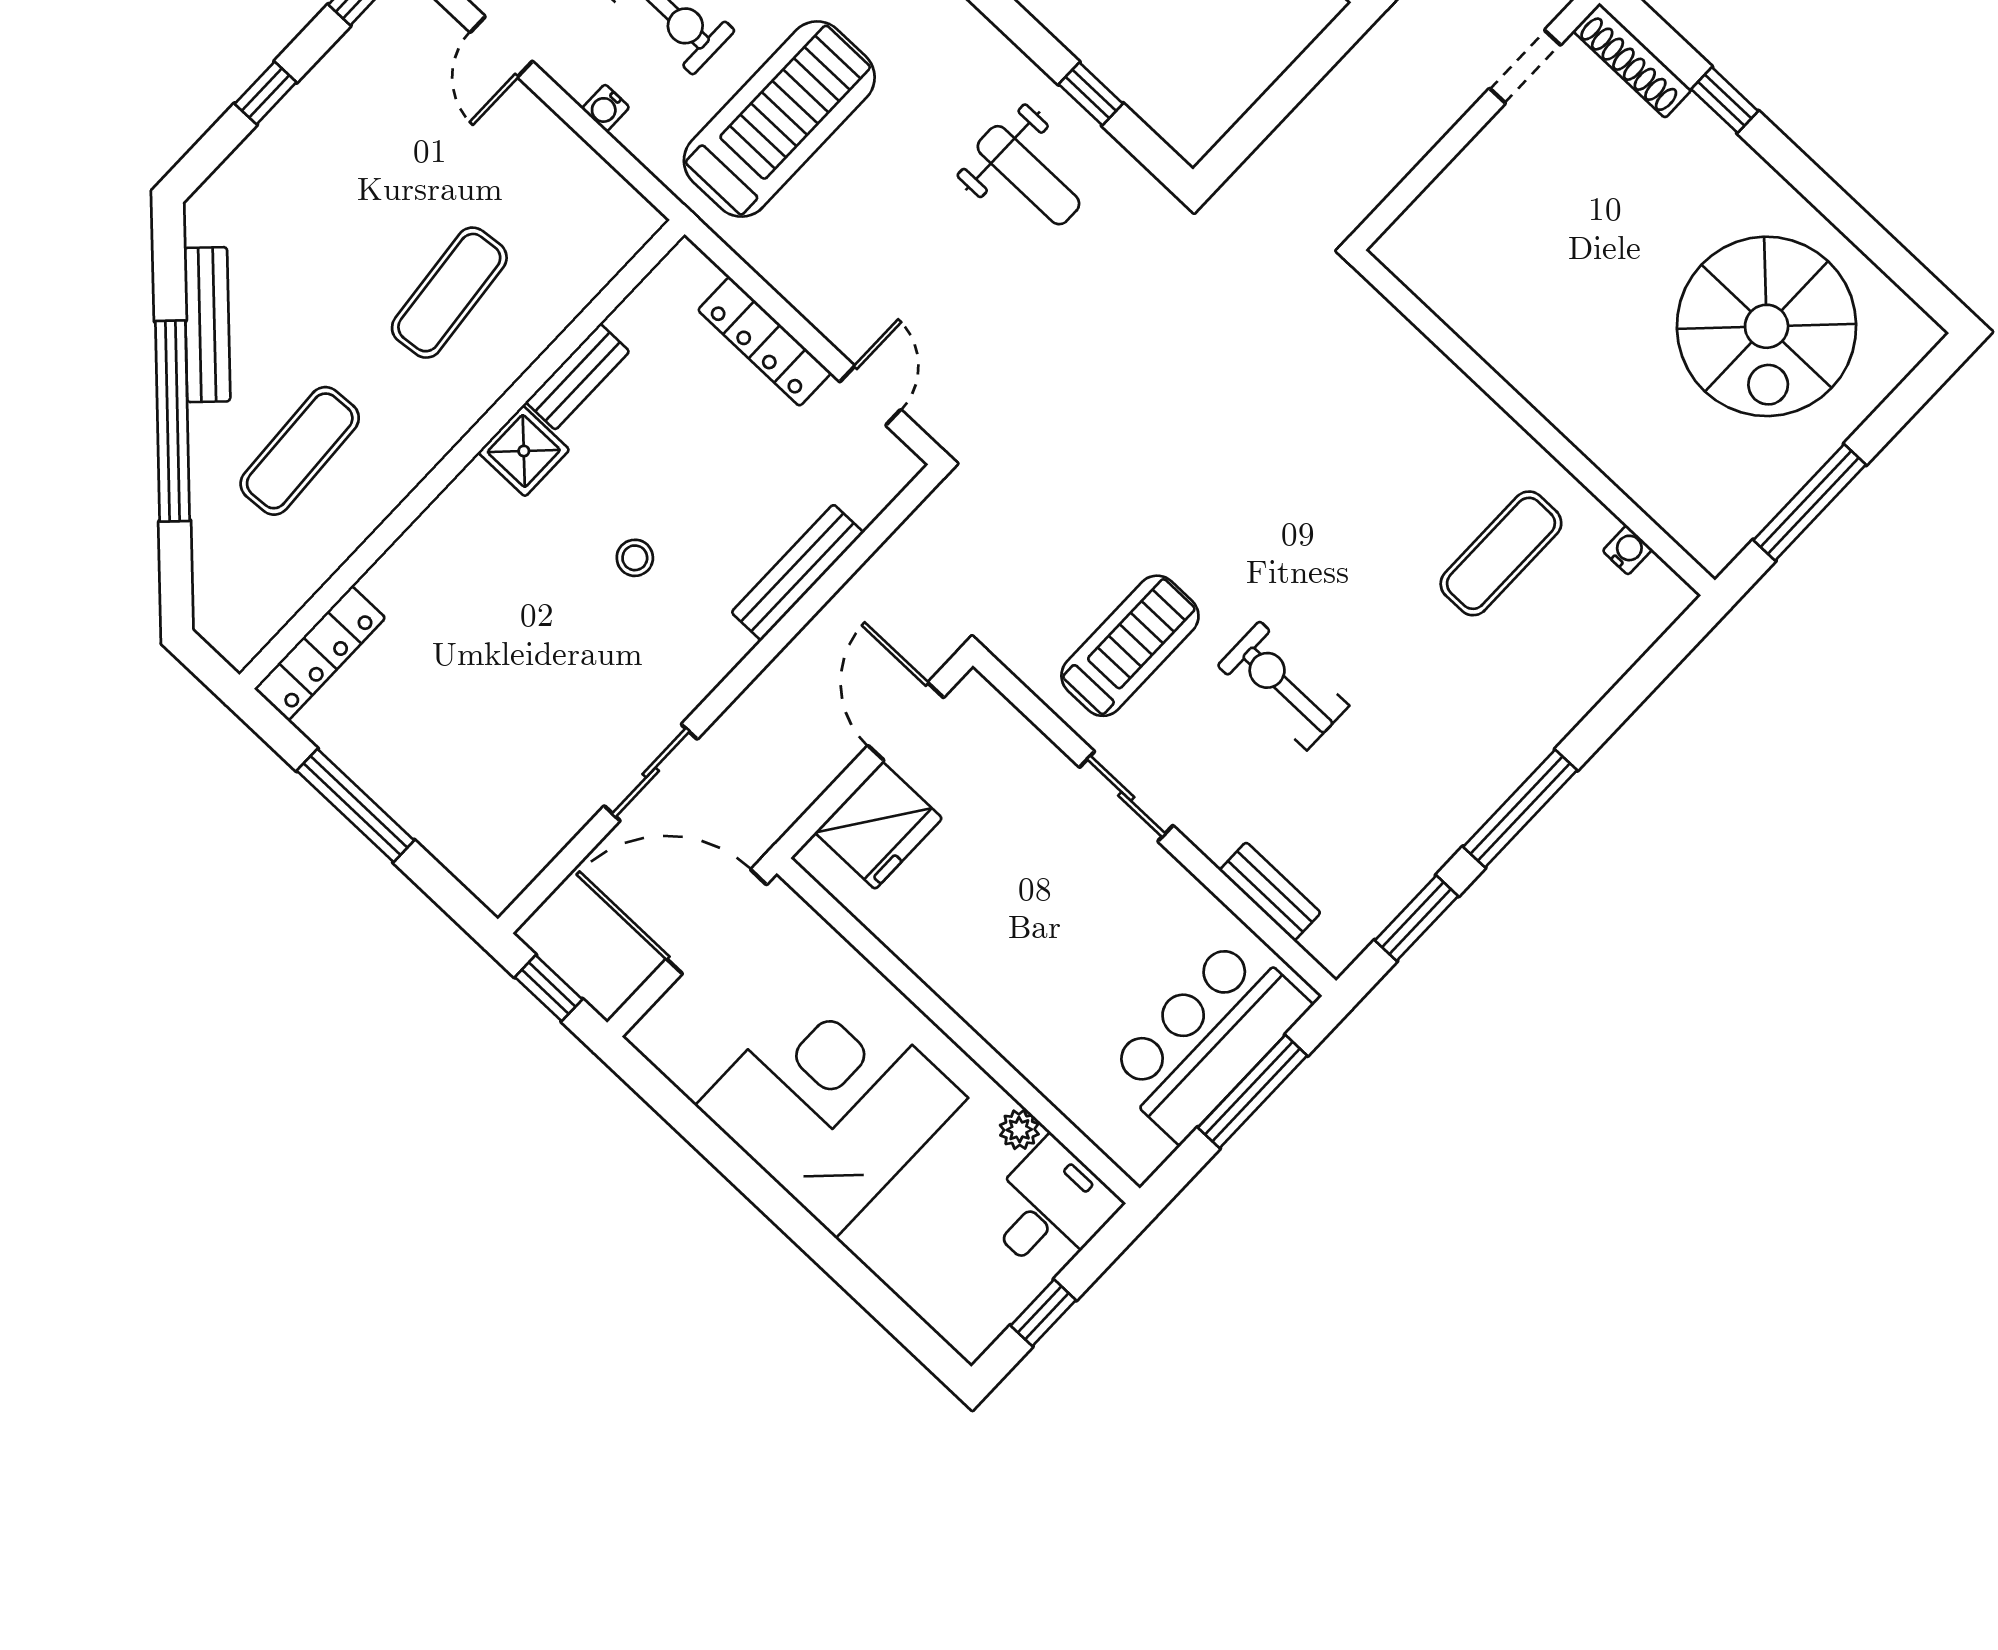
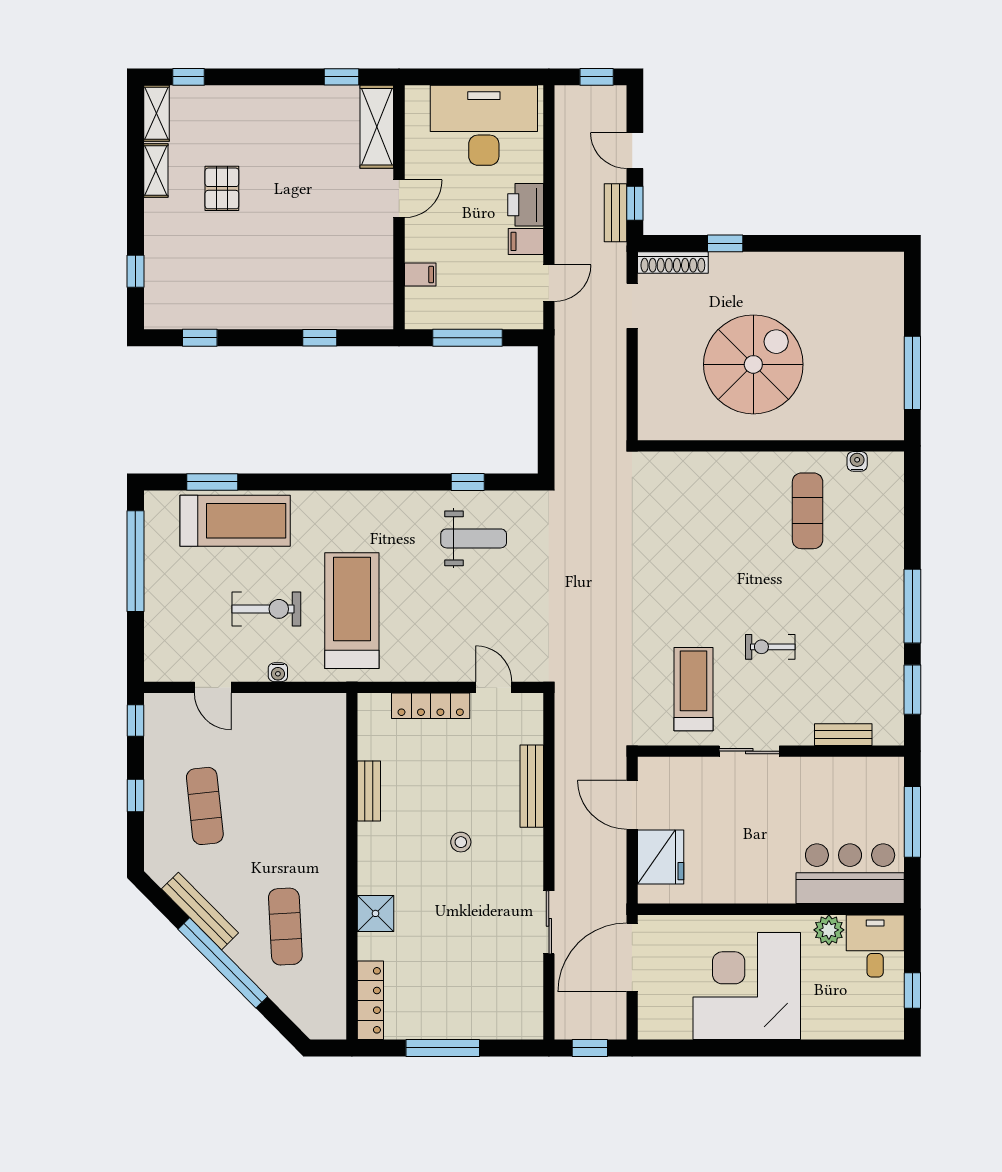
exercise mat: (449, 293) -> (205, 806), moved
spiral stairs: (1767, 326) -> (753, 364), moved, turned -90
shower: (524, 451) -> (375, 913), moved
exercise bike: (1283, 686) -> (770, 647), width x0.73, depth x0.72
bar counter: (1208, 1038) -> (850, 874), moved, turned 90
plant: (1019, 1130) -> (829, 930), width x1.38, depth x1.38

